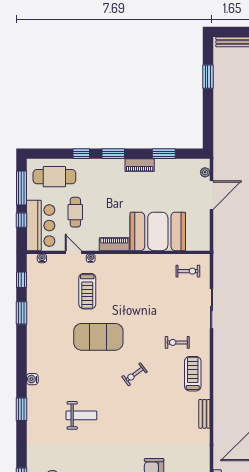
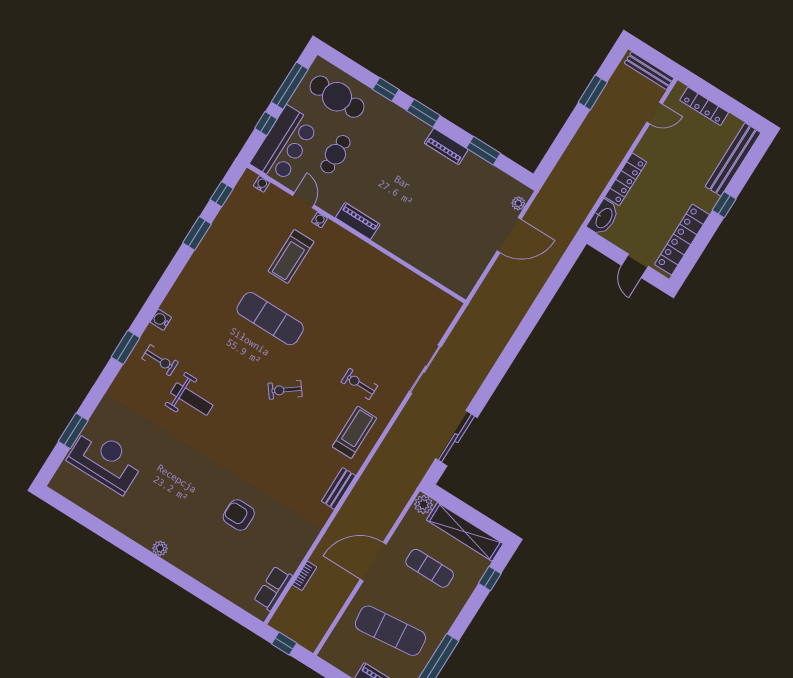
booth: (158, 231) -> (419, 238), removed
exercise bike: (188, 271) -> (160, 360), moved
exercise mat: (98, 337) -> (270, 319), width x0.68

